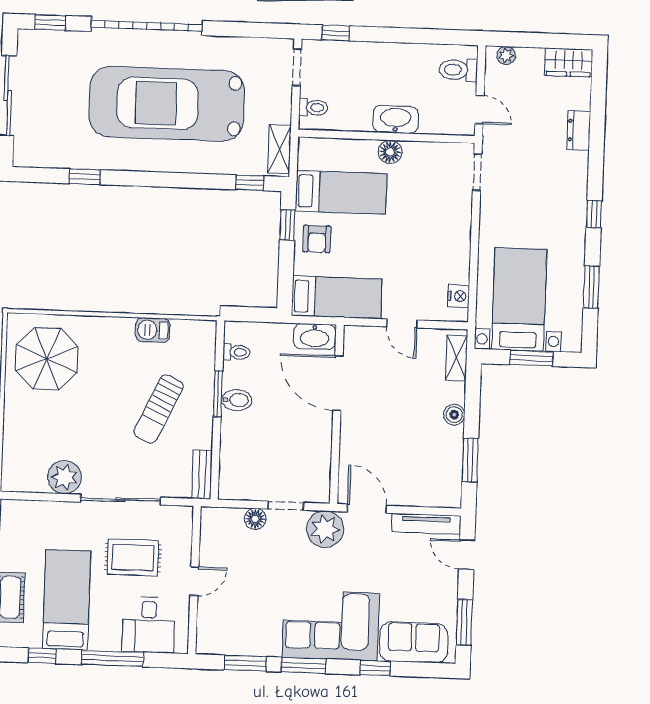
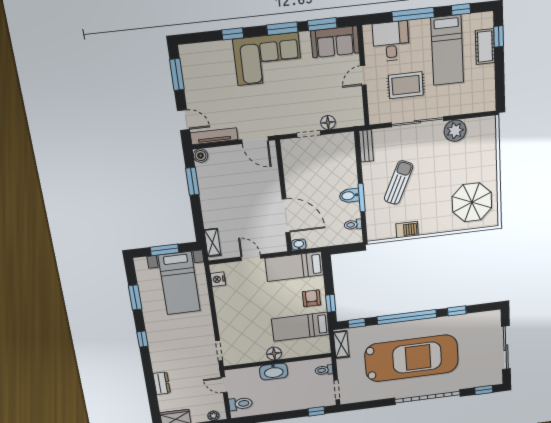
window: (167, 180) -> (407, 317), added
washbasin: (315, 337) -> (299, 245), width x0.52, depth x0.69
boiler: (454, 415) -> (201, 156), moved
plant: (325, 529) -> (281, 123), removed
sofa: (414, 642) -> (335, 42), moved

